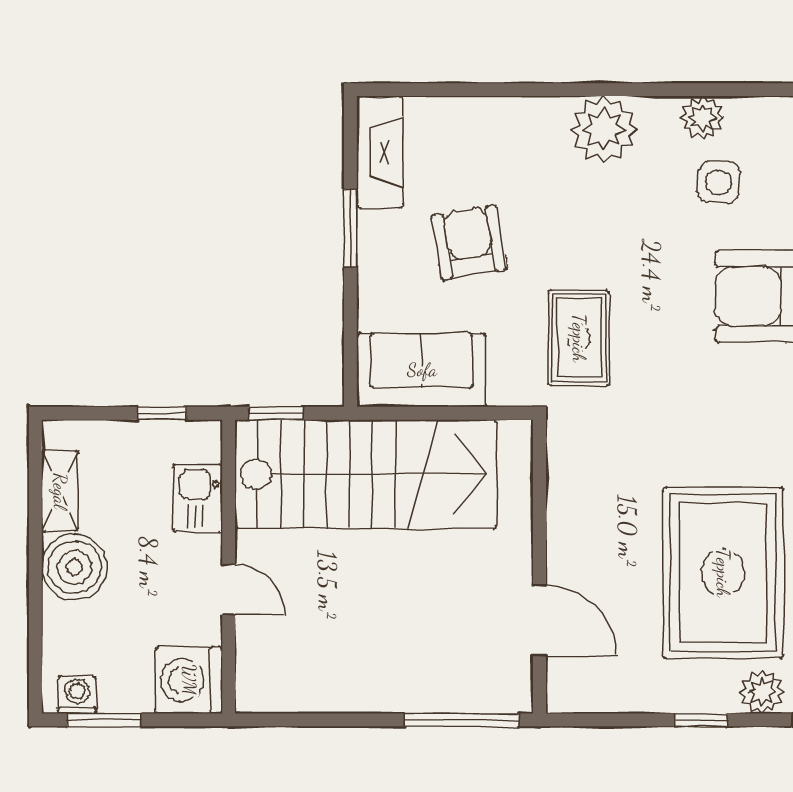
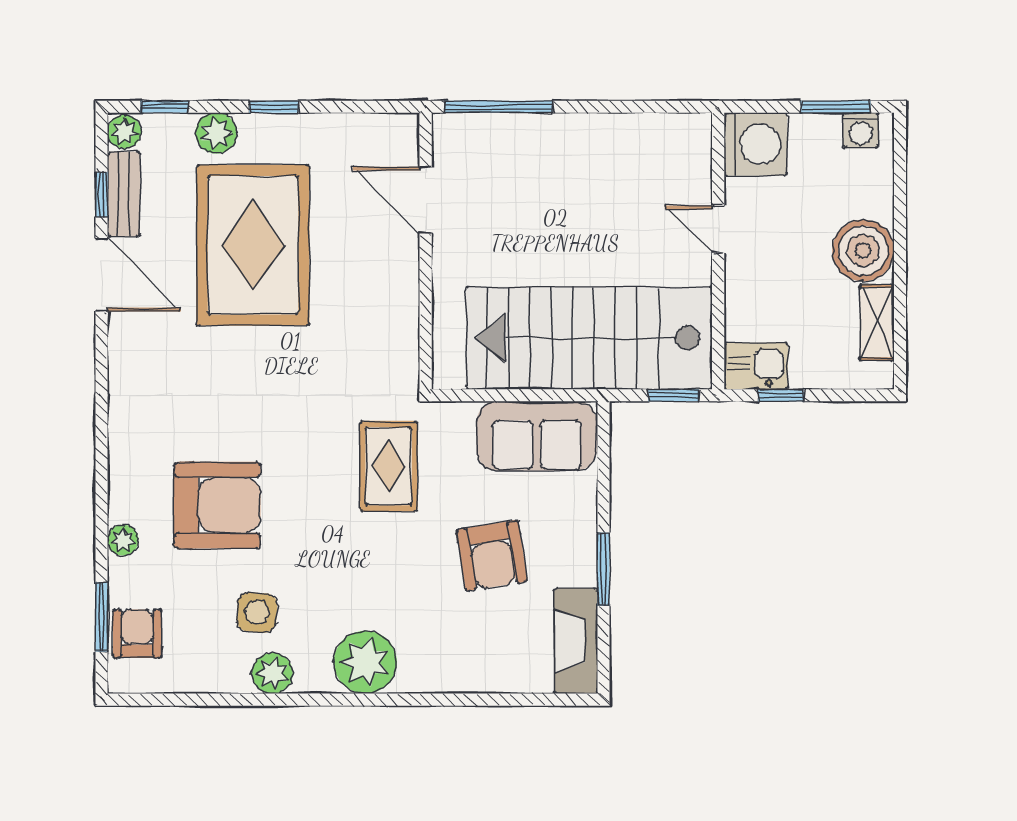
kitchen sink: (198, 498) -> (756, 366), moved, turned -90

